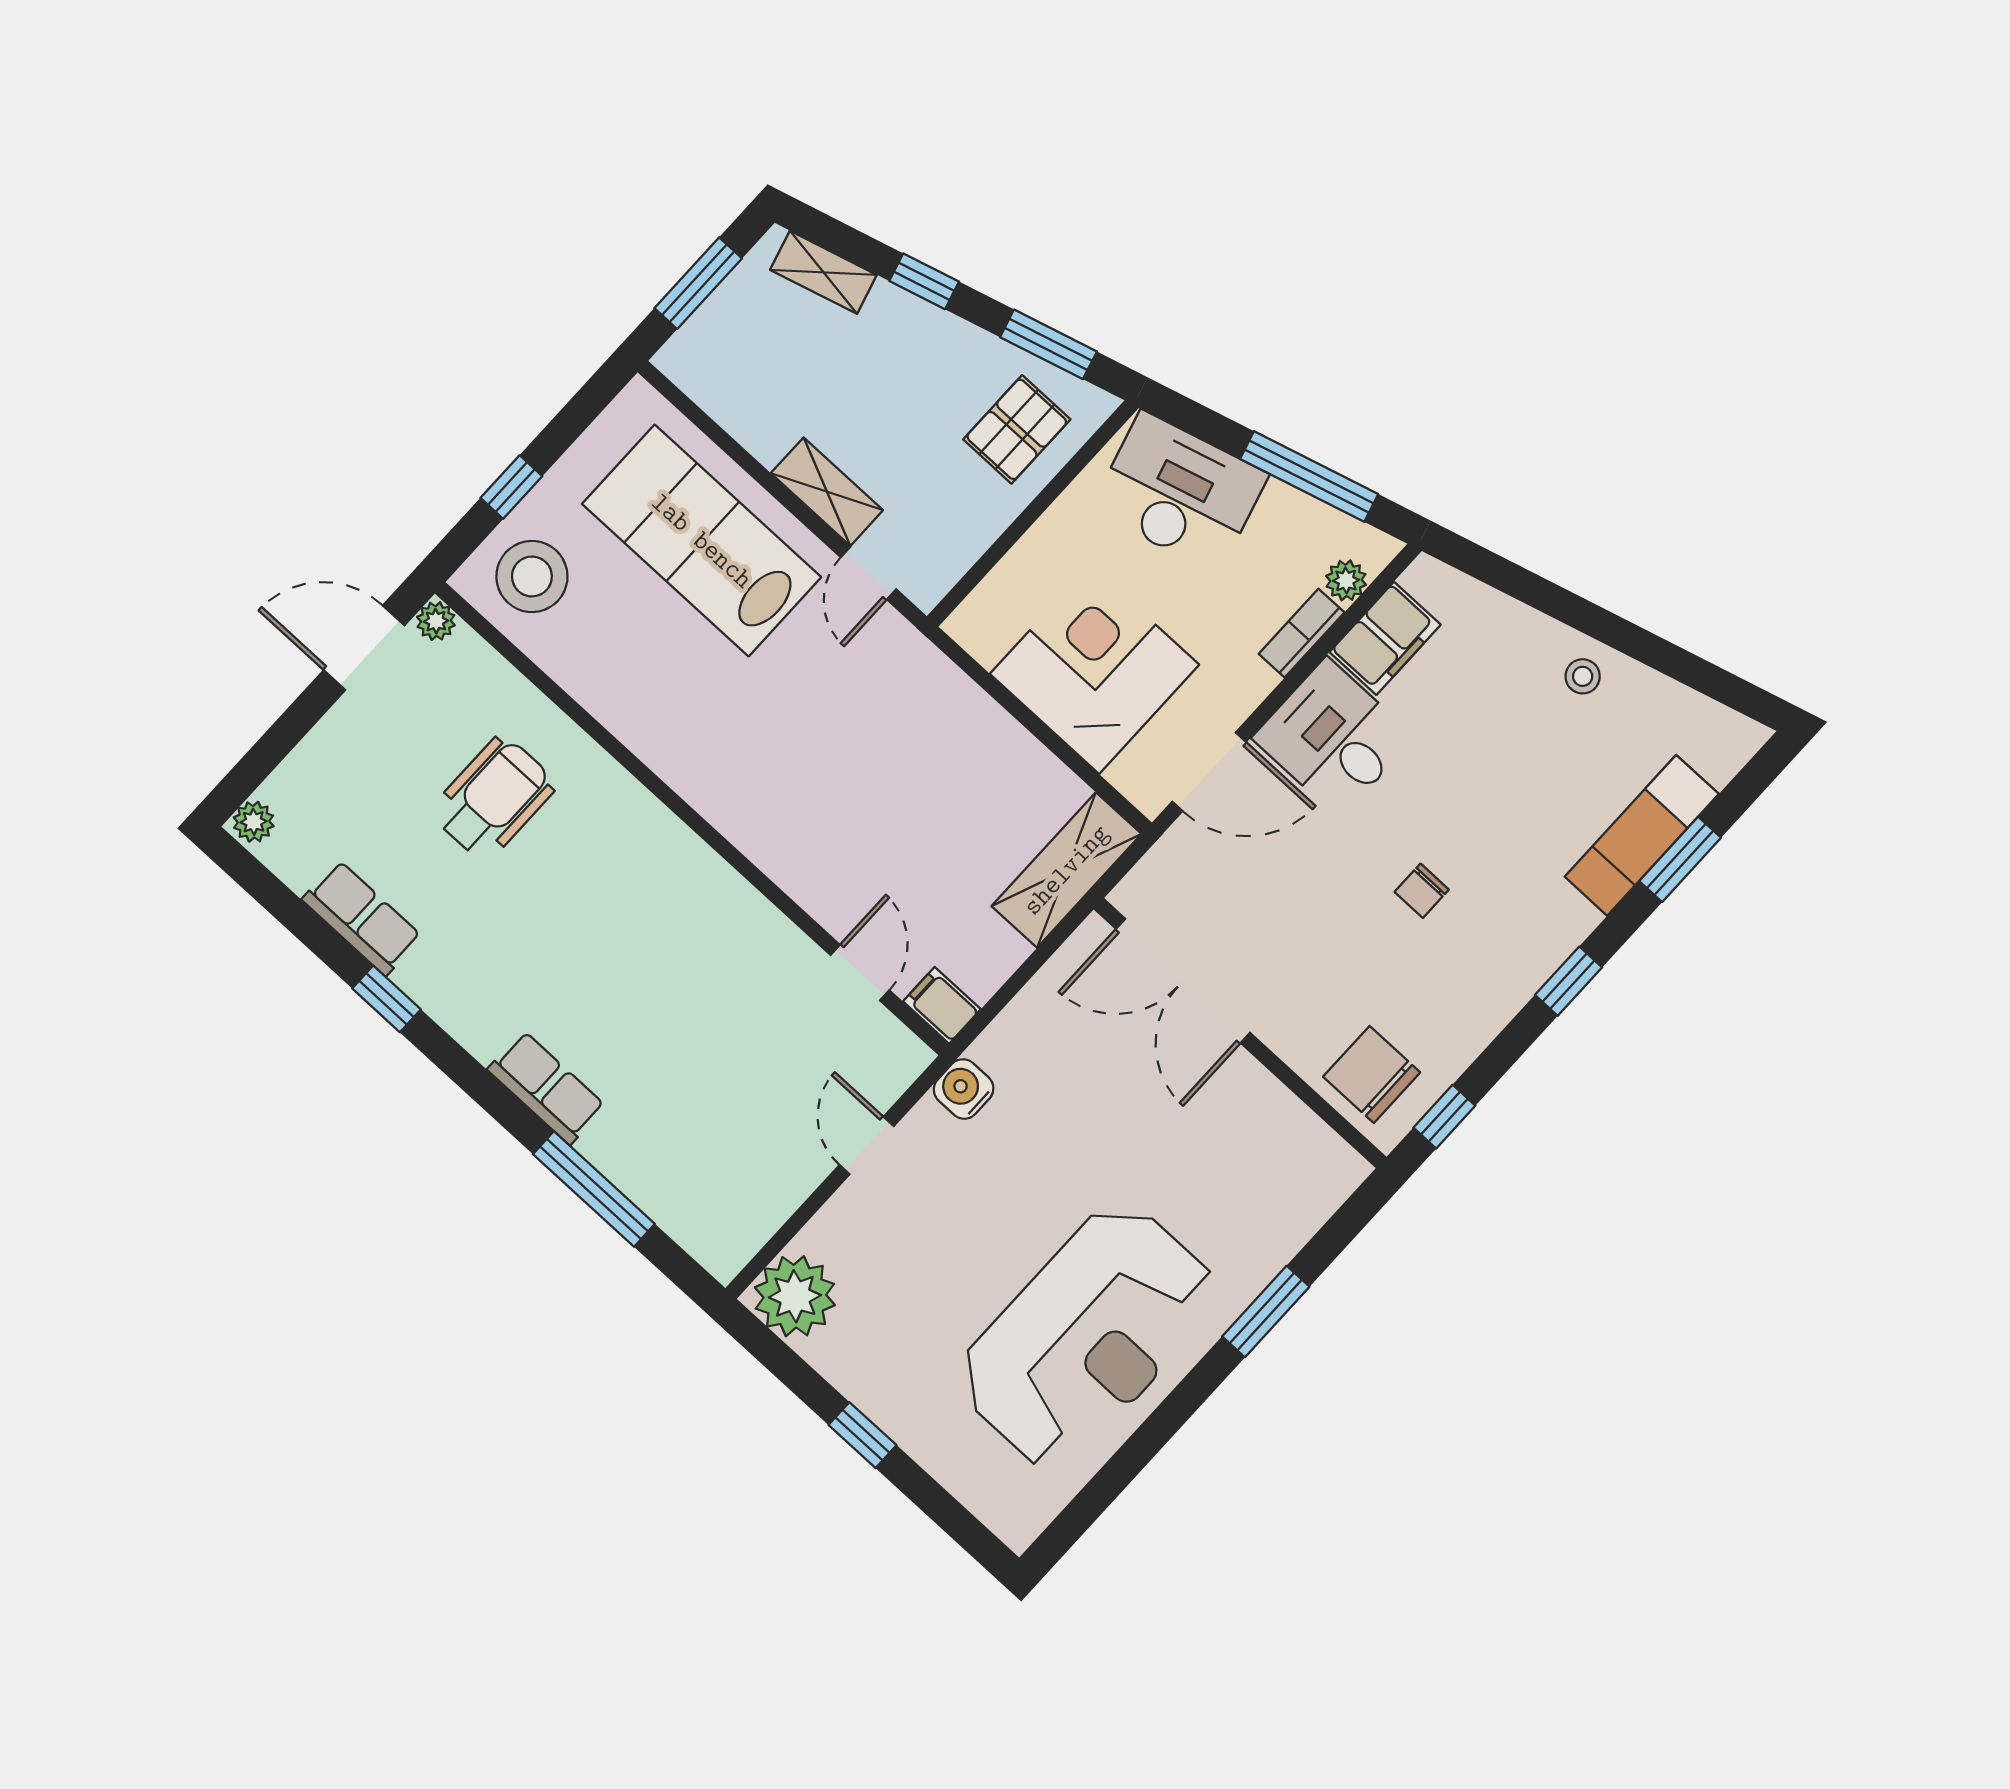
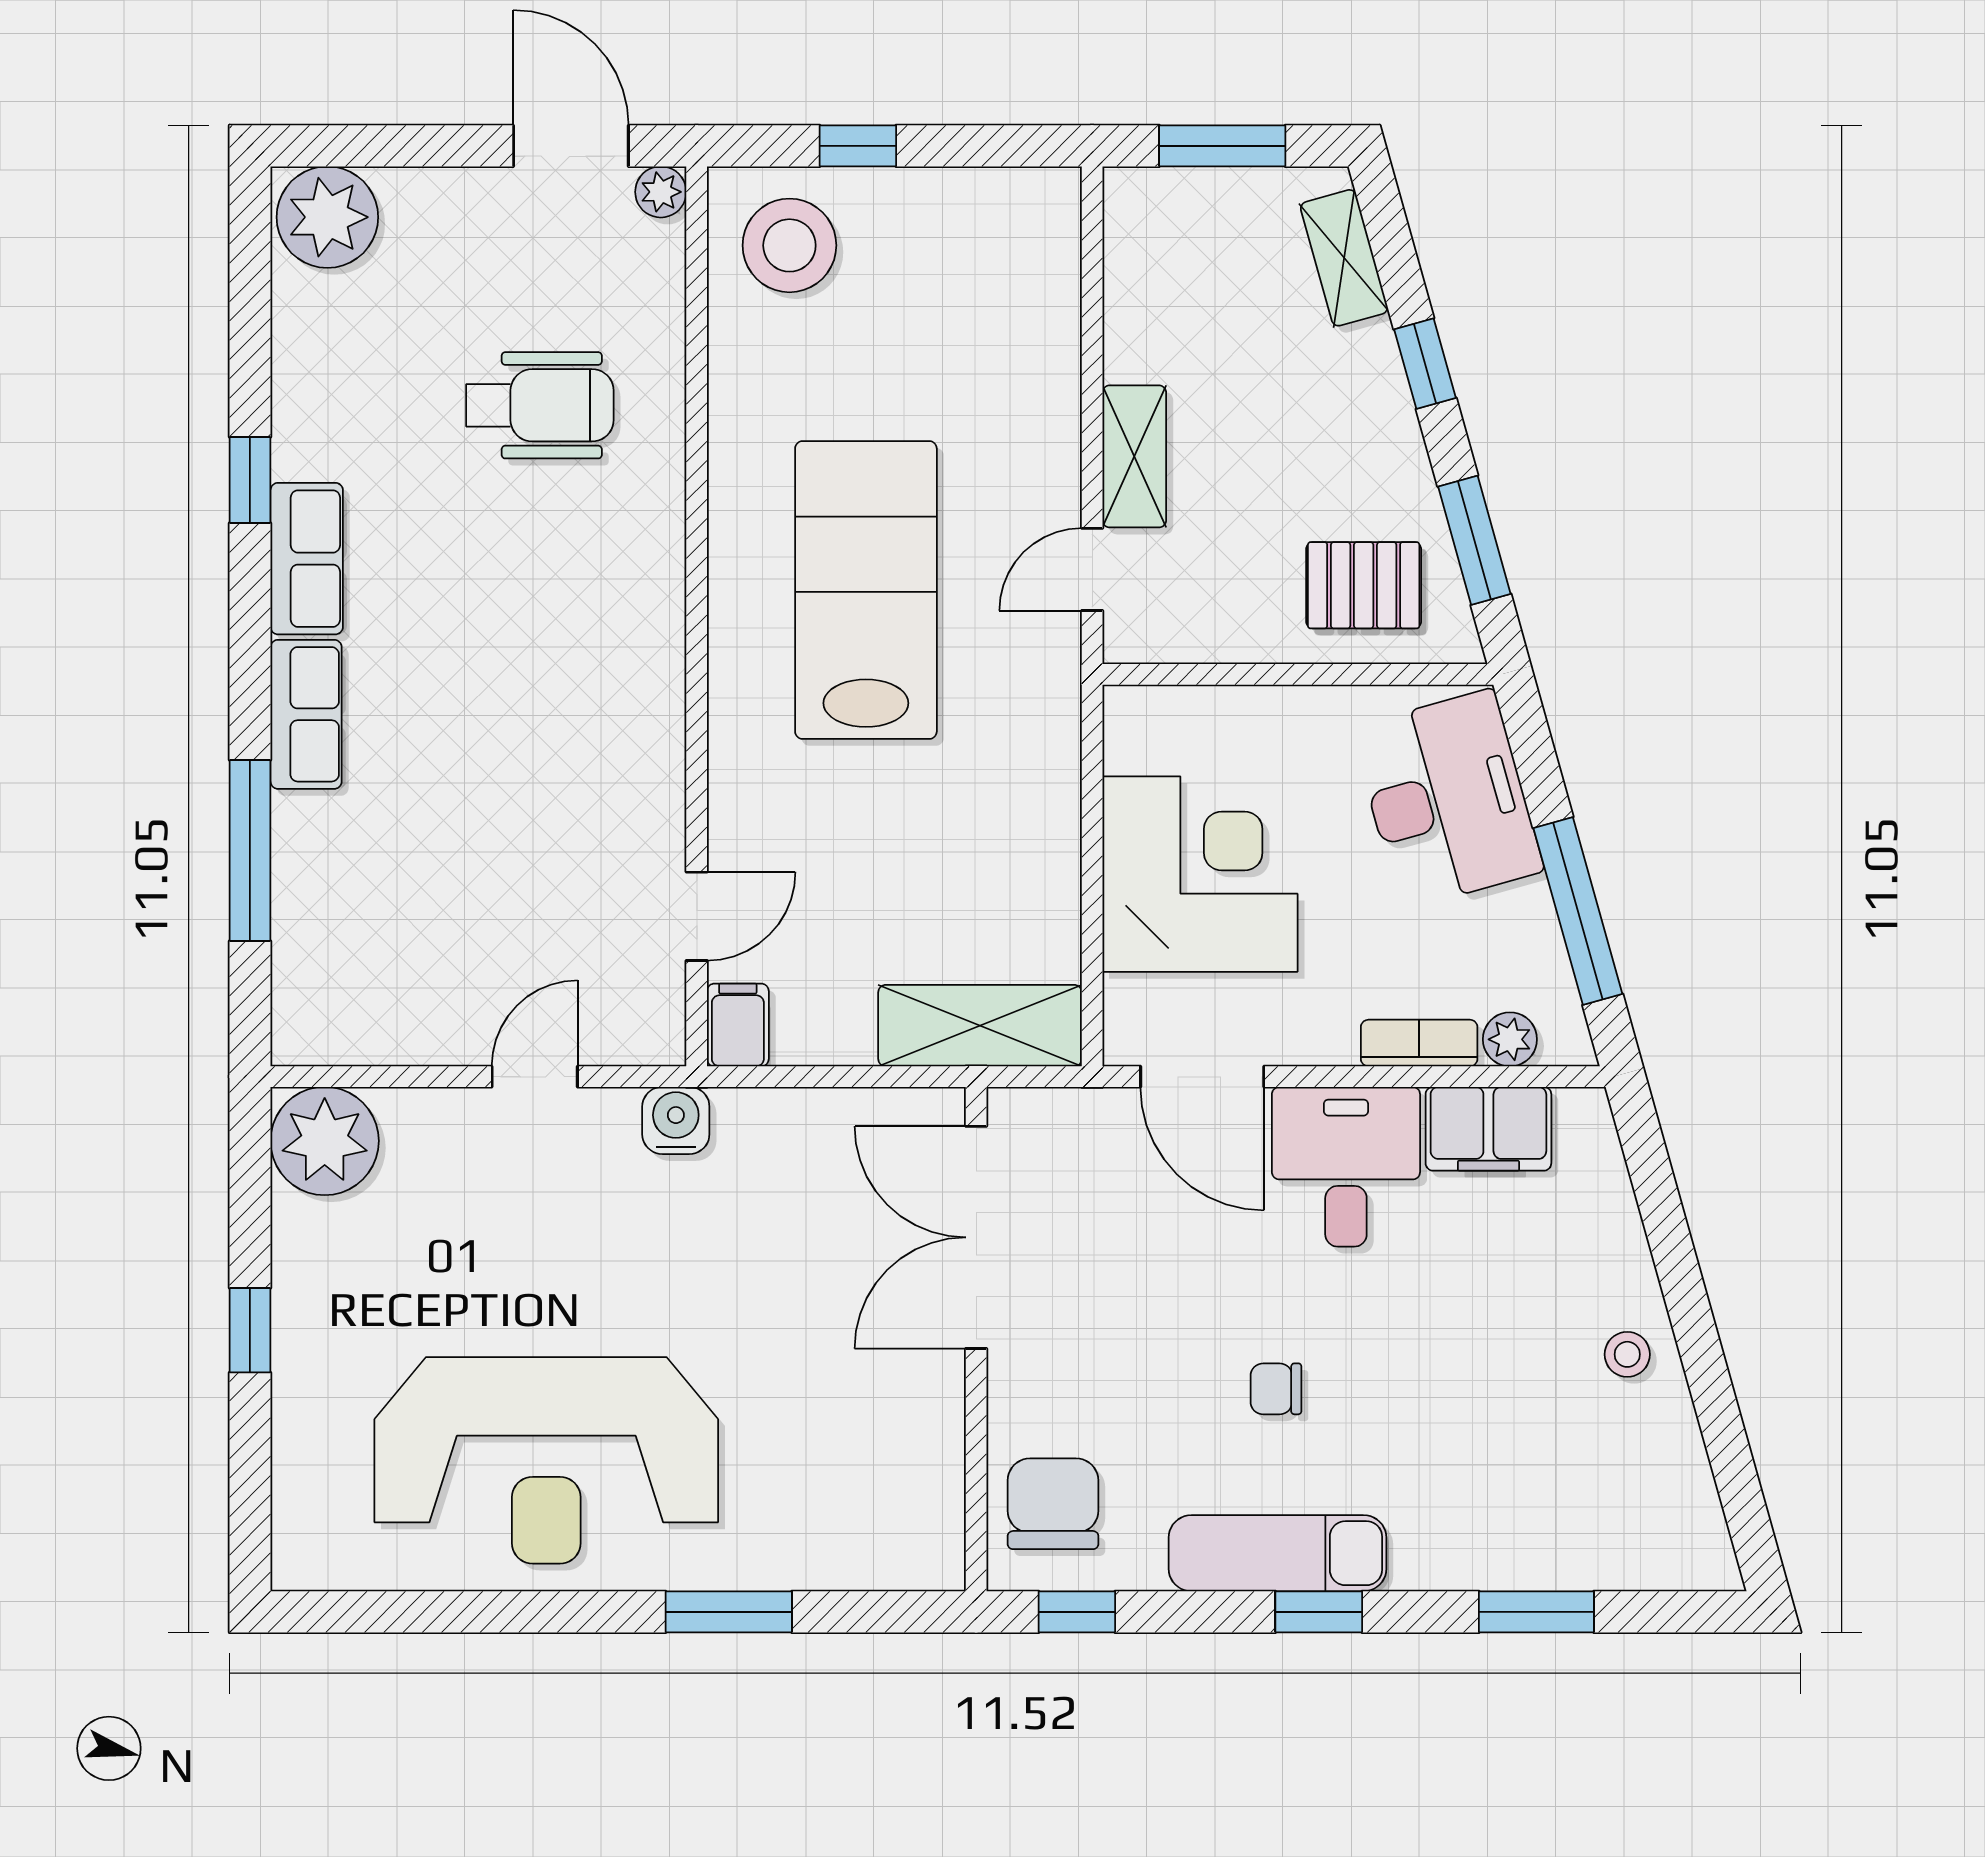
lab bench: (702, 541) -> (866, 590), moved
plant: (254, 822) -> (327, 217), width x1.87, depth x1.87
exam couch: (1642, 835) -> (1277, 1553), moved
row of seats: (362, 918) -> (307, 559), moved

